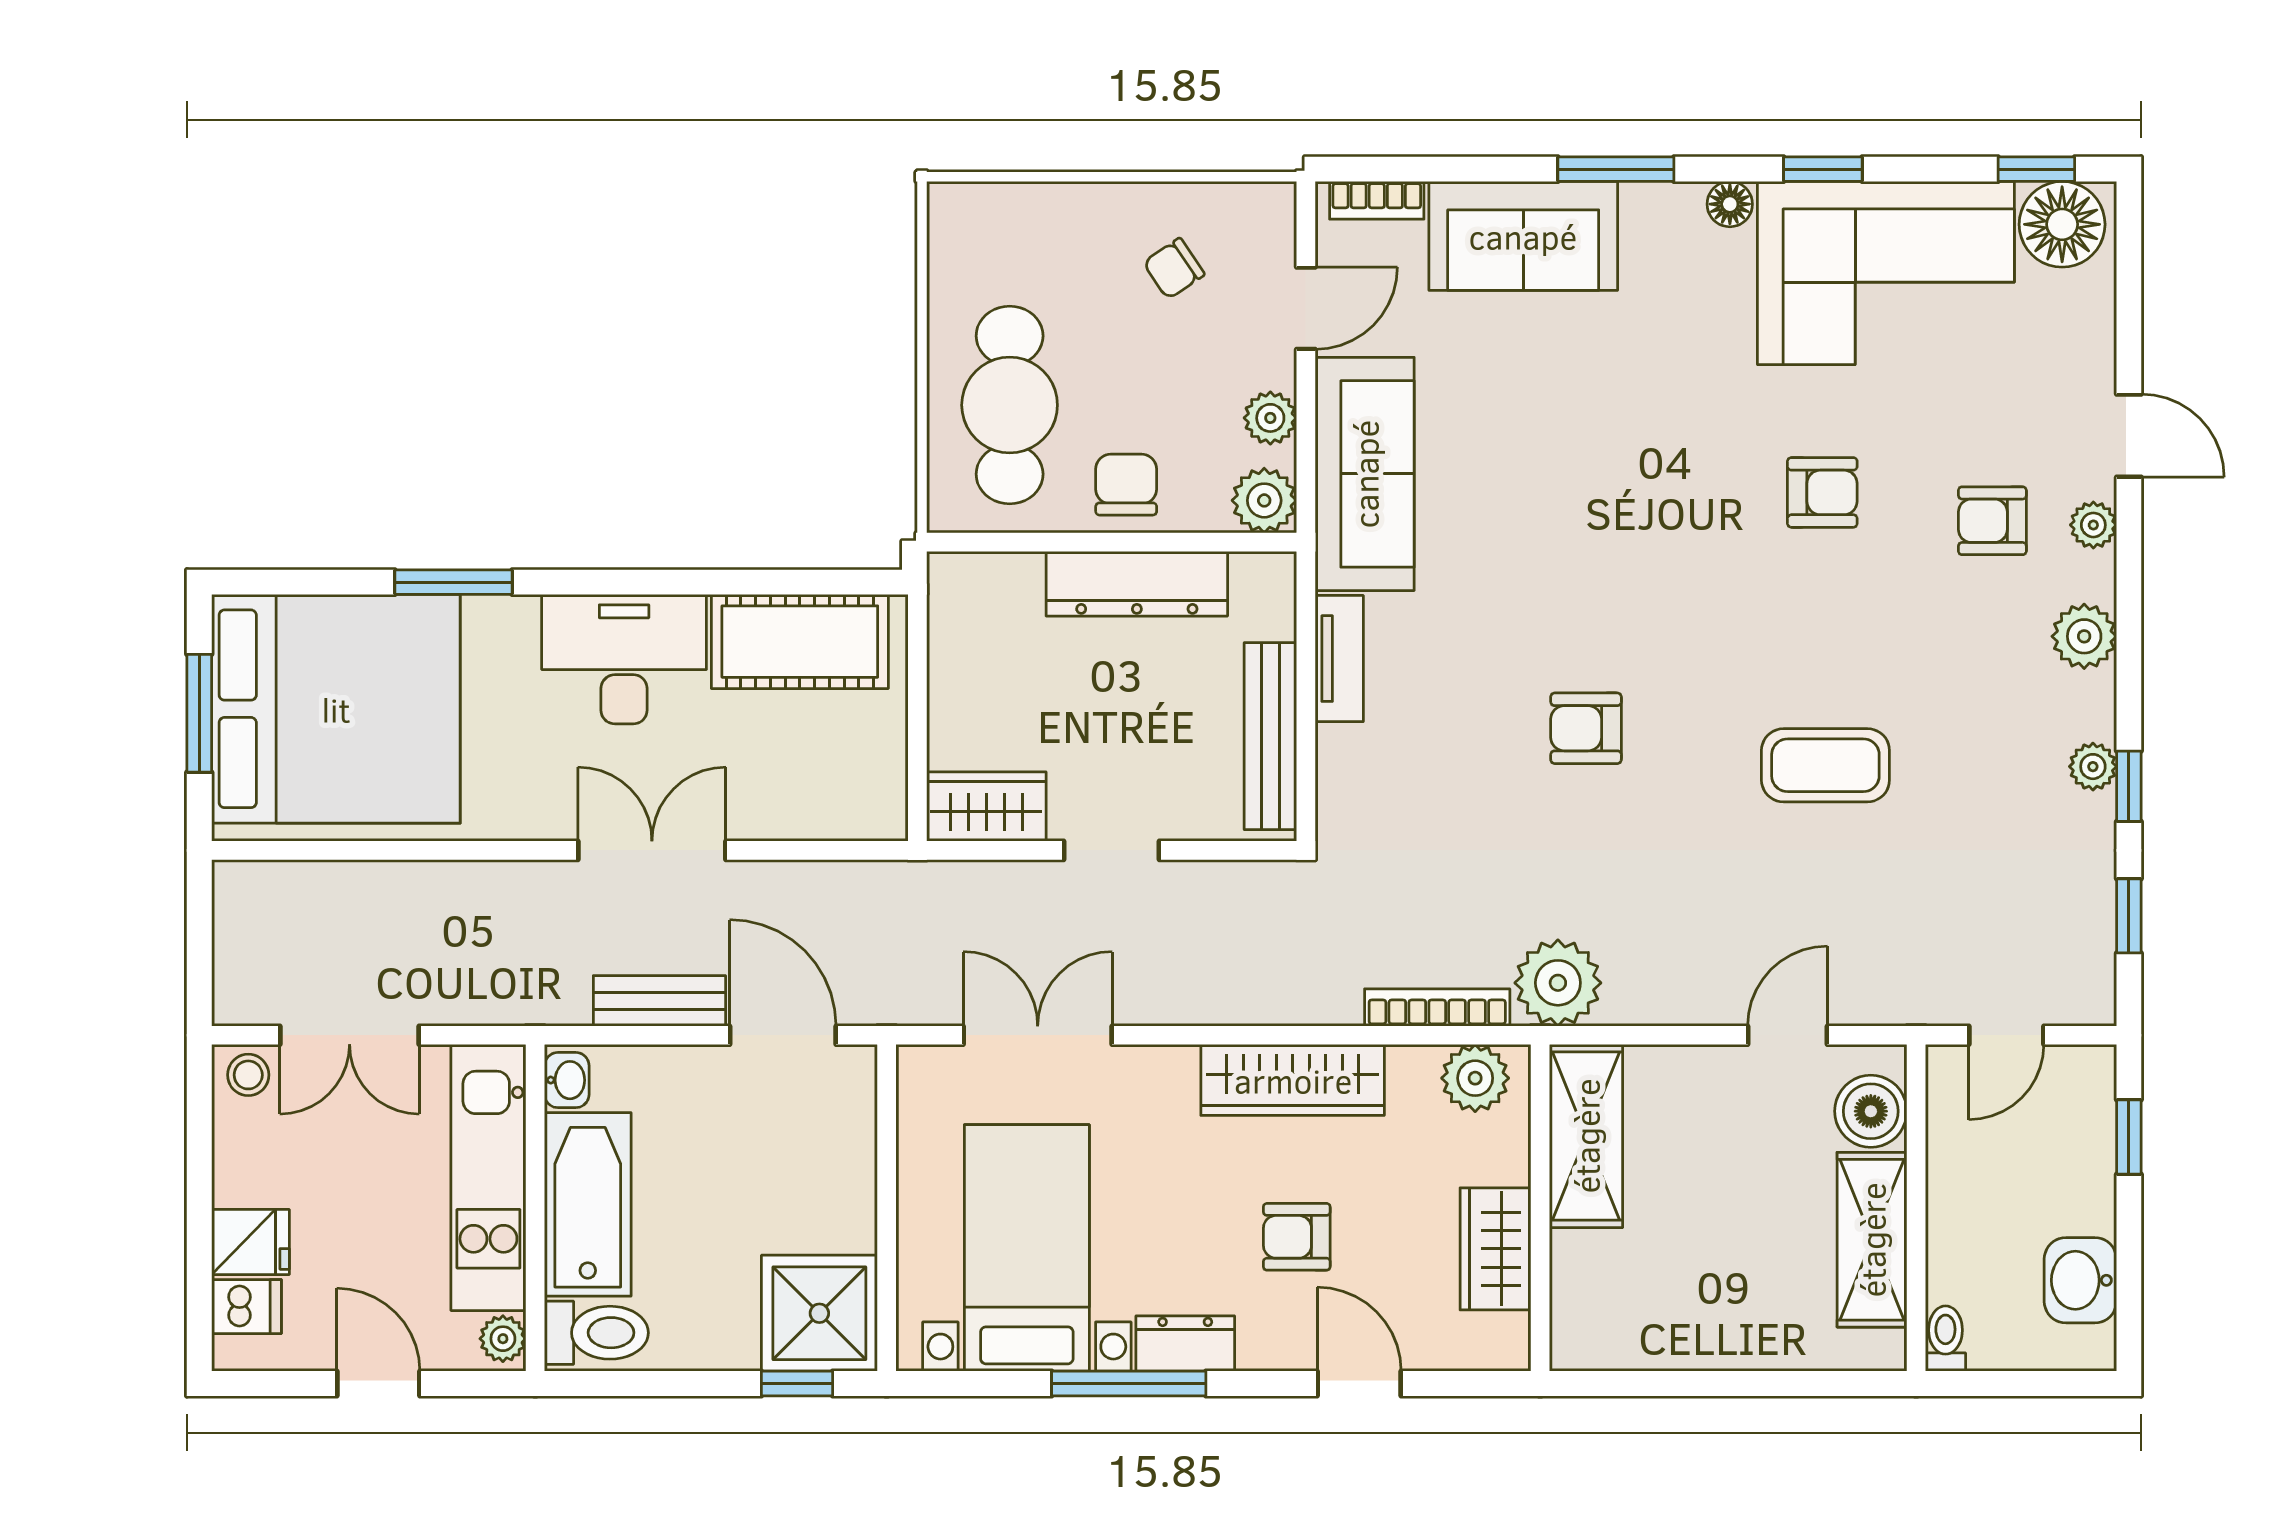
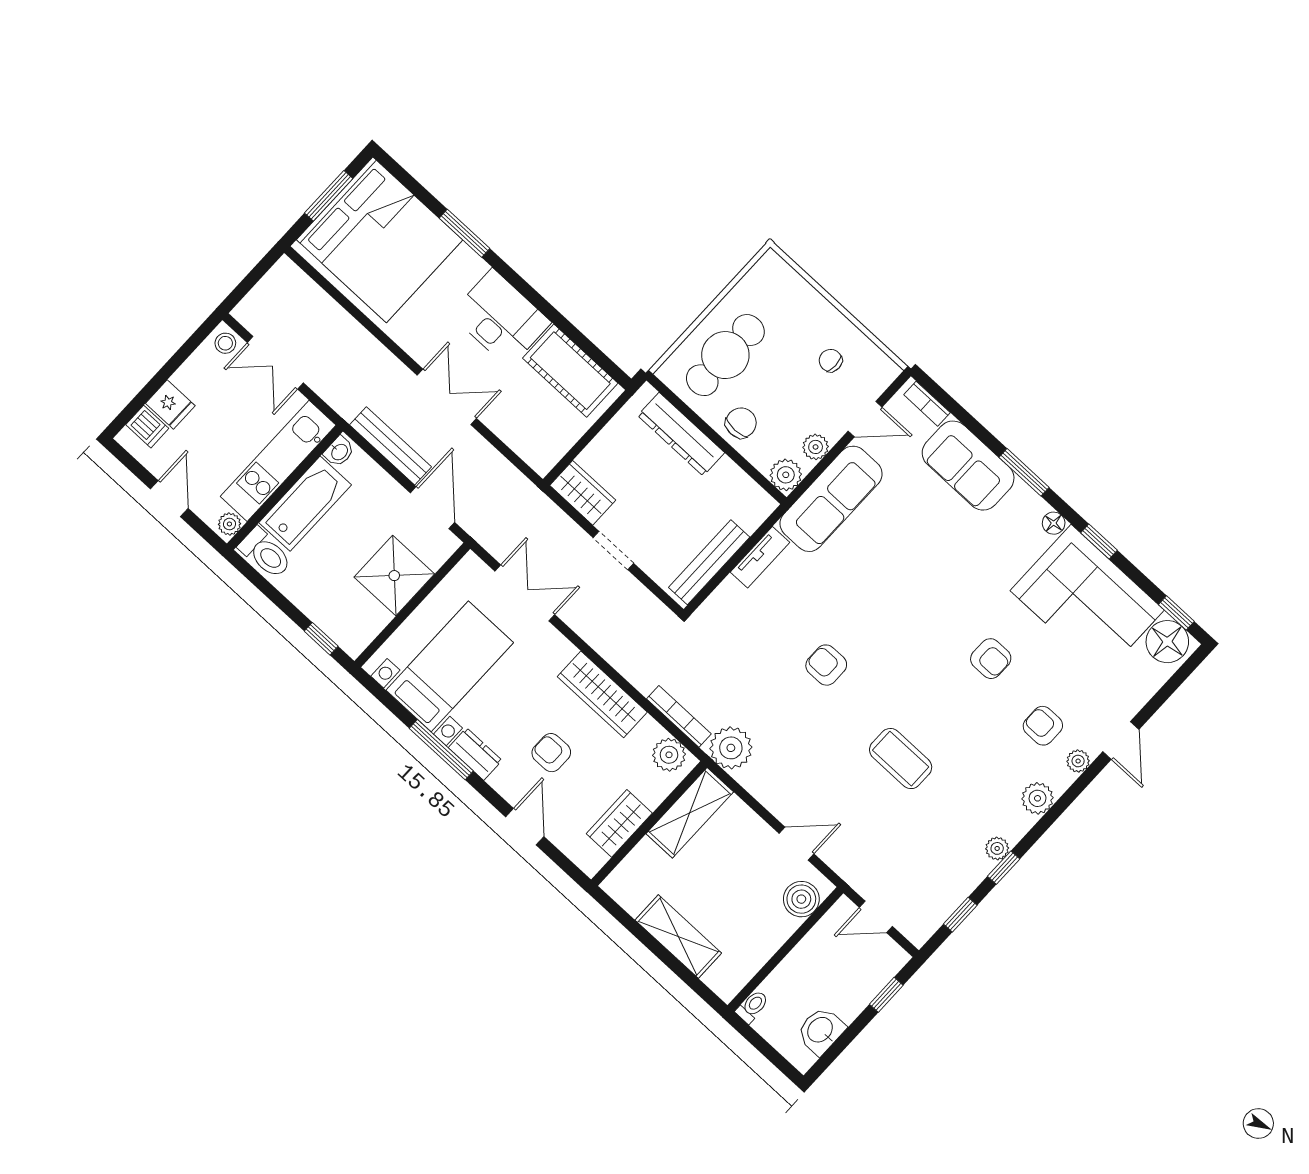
chair: (1174, 269) -> (831, 361), turned 34
dresser: (1137, 584) -> (681, 434), moved
bench: (659, 1001) -> (391, 446), width x1.36
shelving: (1872, 1240) -> (678, 937), moved, turned 90
shower: (819, 1313) -> (394, 576), moved

